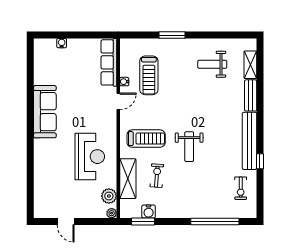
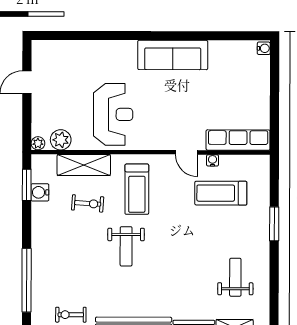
water cooler: (62, 43) -> (264, 48), moved
weight bench: (189, 147) -> (126, 246), turned -90
reception desk: (90, 157) -> (113, 114), turned -90

